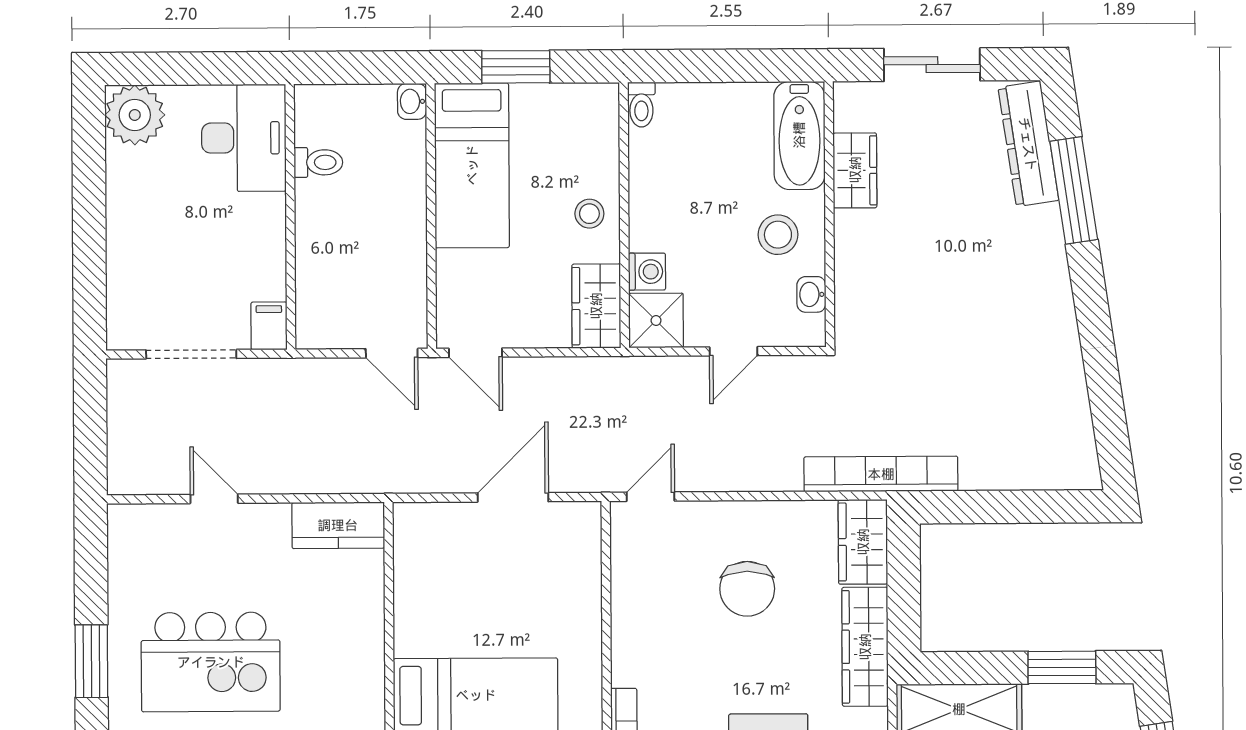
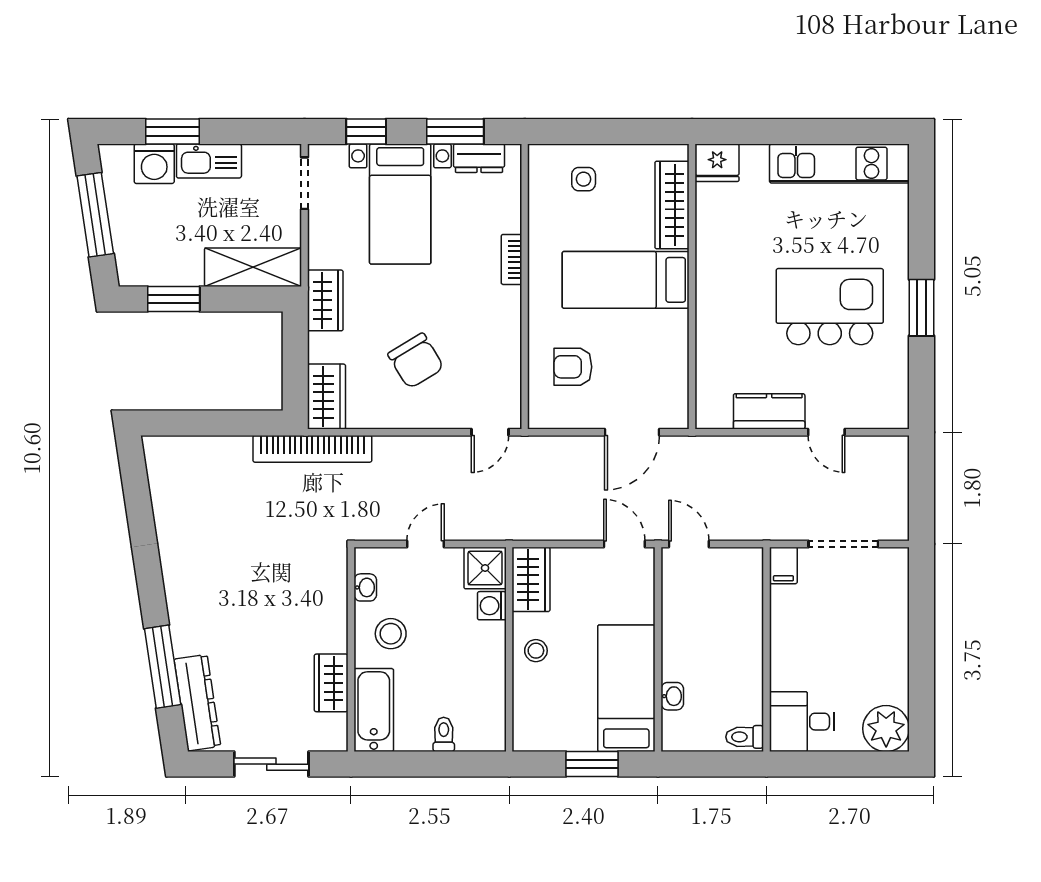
washbasin: (412, 101) -> (672, 696), moved
toilet: (641, 105) -> (444, 734), moved
desk: (244, 138) -> (802, 722), width x0.73
toilet: (318, 162) -> (745, 737), moved
door: (513, 497) -> (632, 432), moved
kitchen counter: (338, 525) -> (769, 411), moved
armchair: (543, 582) -> (573, 367), added
chair: (747, 589) -> (416, 361), turned 149
wardrobe: (865, 647) -> (325, 300), width x0.67

